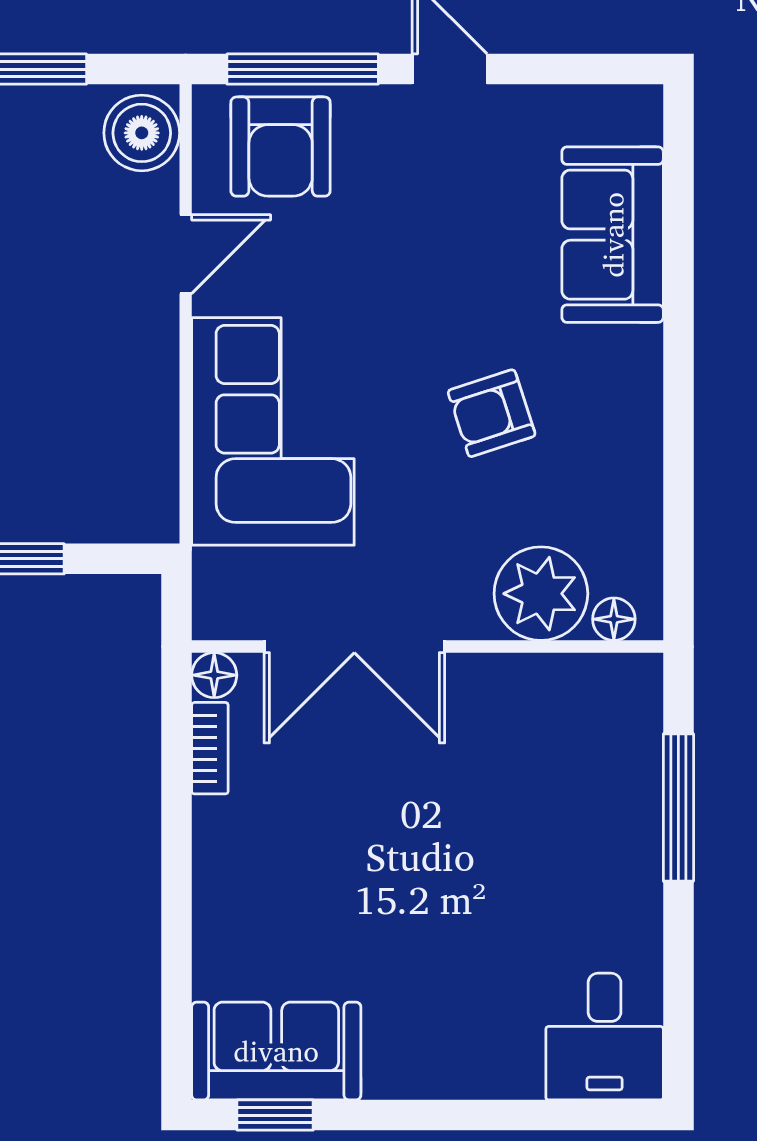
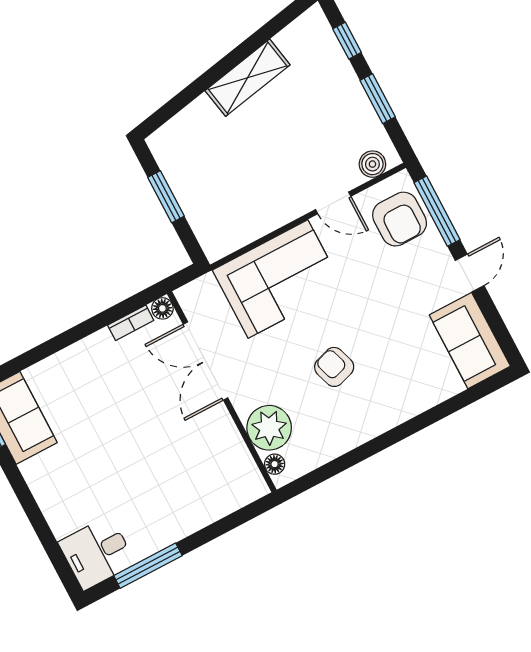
boiler: (142, 133) -> (372, 164), width x0.73, depth x0.73
armchair: (281, 147) -> (400, 219), turned -90
sofa: (613, 235) -> (470, 341), moved, turned -90
window: (678, 807) -> (148, 566), moved

